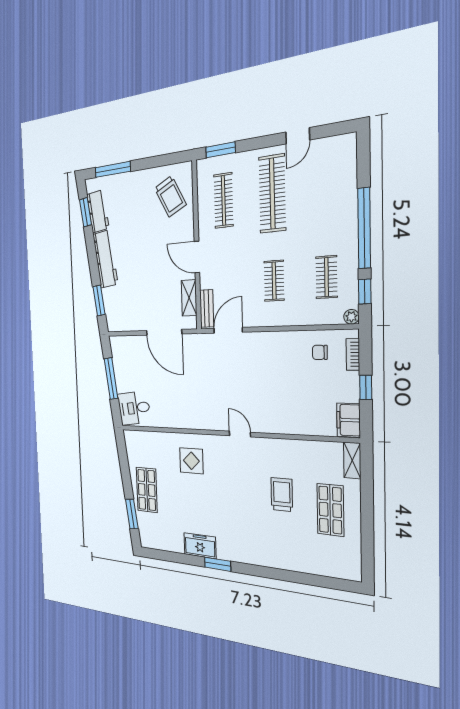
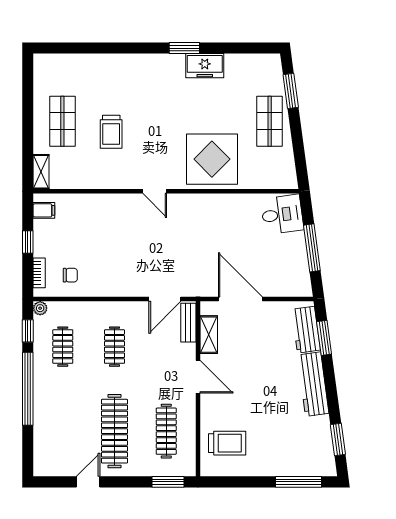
trolley: (170, 196) -> (227, 443), turned 117
workbench: (98, 211) -> (306, 330), moved
filing cabinet: (349, 420) -> (44, 210), width x0.50
display table: (191, 461) -> (212, 159), width x1.86, depth x1.86

